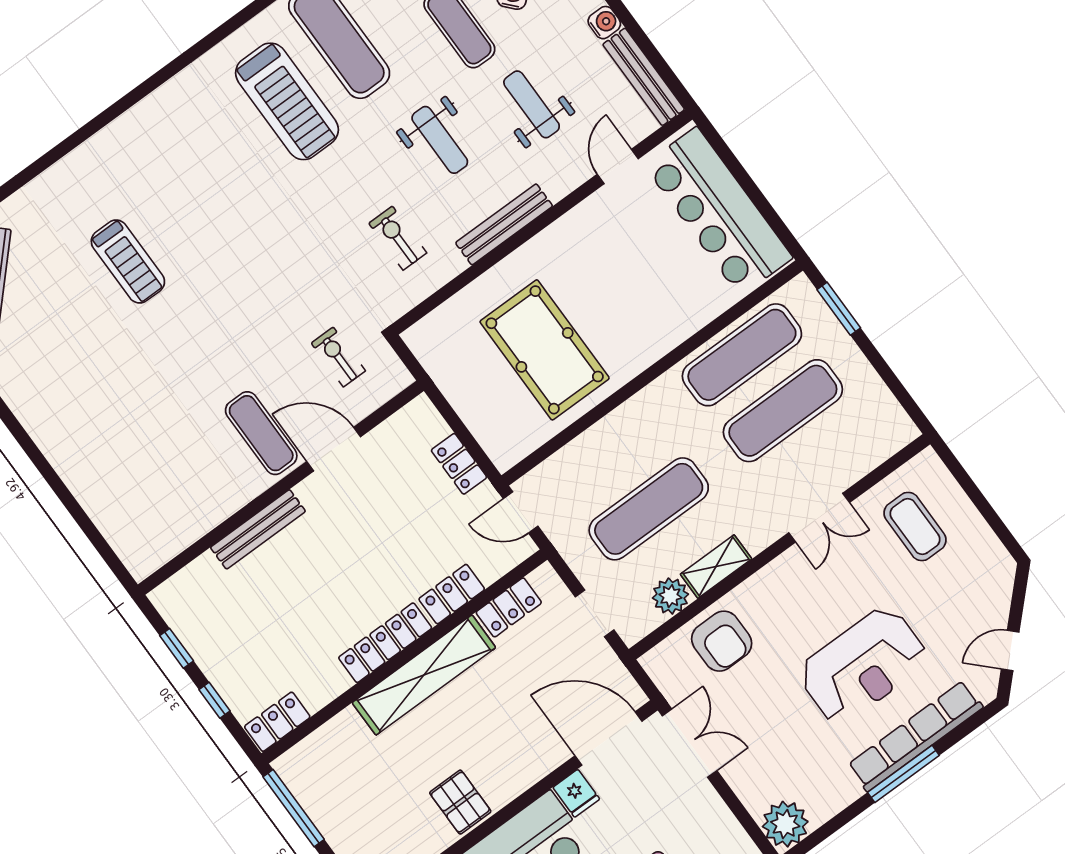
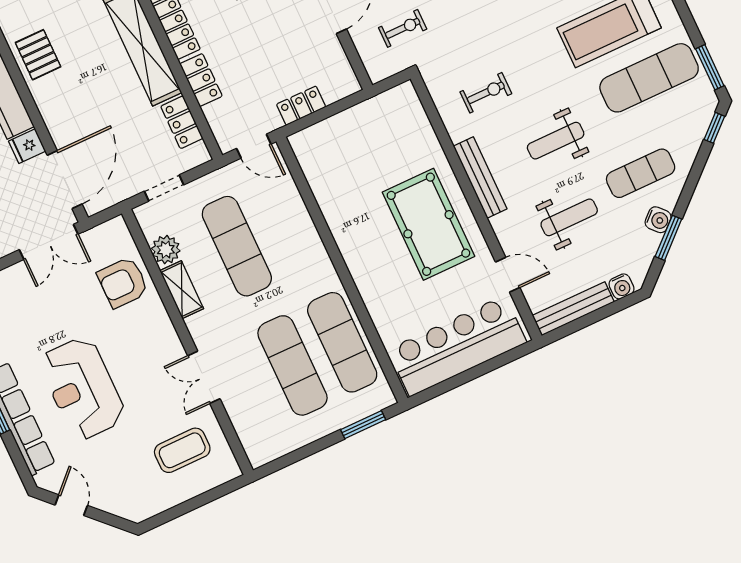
pool table: (545, 350) -> (428, 224), moved, turned 90
door: (521, 512) -> (254, 146), swing flipped
pallet: (460, 802) -> (38, 55), turned 90

